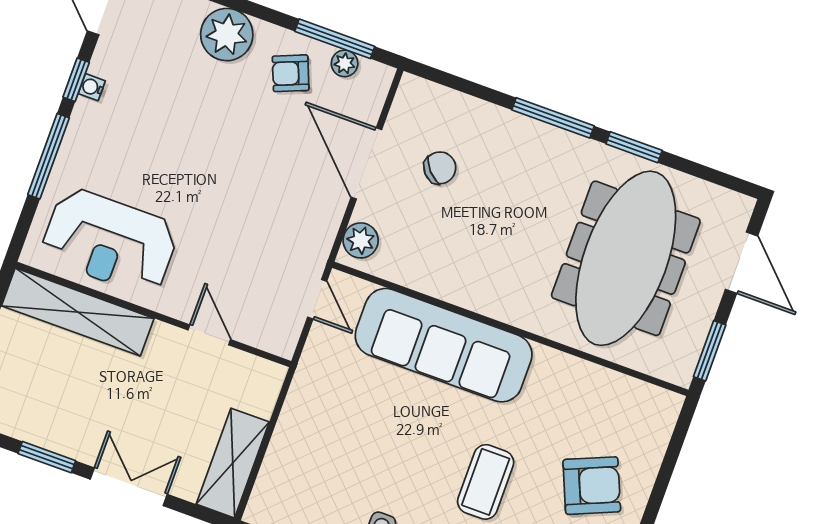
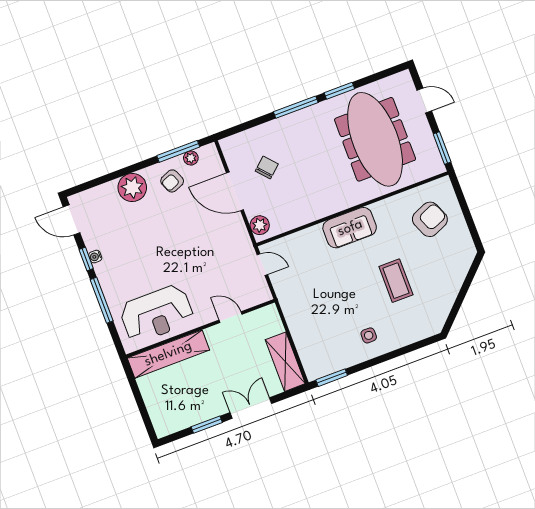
door: (741, 263) -> (424, 100), width x0.73
sofa: (444, 345) -> (350, 228), width x0.54, depth x0.79
armchair: (592, 486) -> (430, 219), moved

